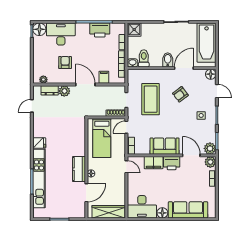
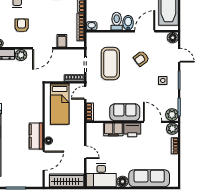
toilet: (144, 58) -> (117, 21), moved
door: (85, 84) -> (43, 48), swing flipped
door: (126, 167) -> (85, 152), moved

